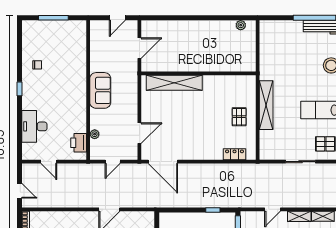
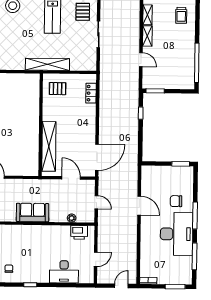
wall: (198, 73) -> (41, 125), moved
shelving: (174, 83) -> (49, 146), moved

